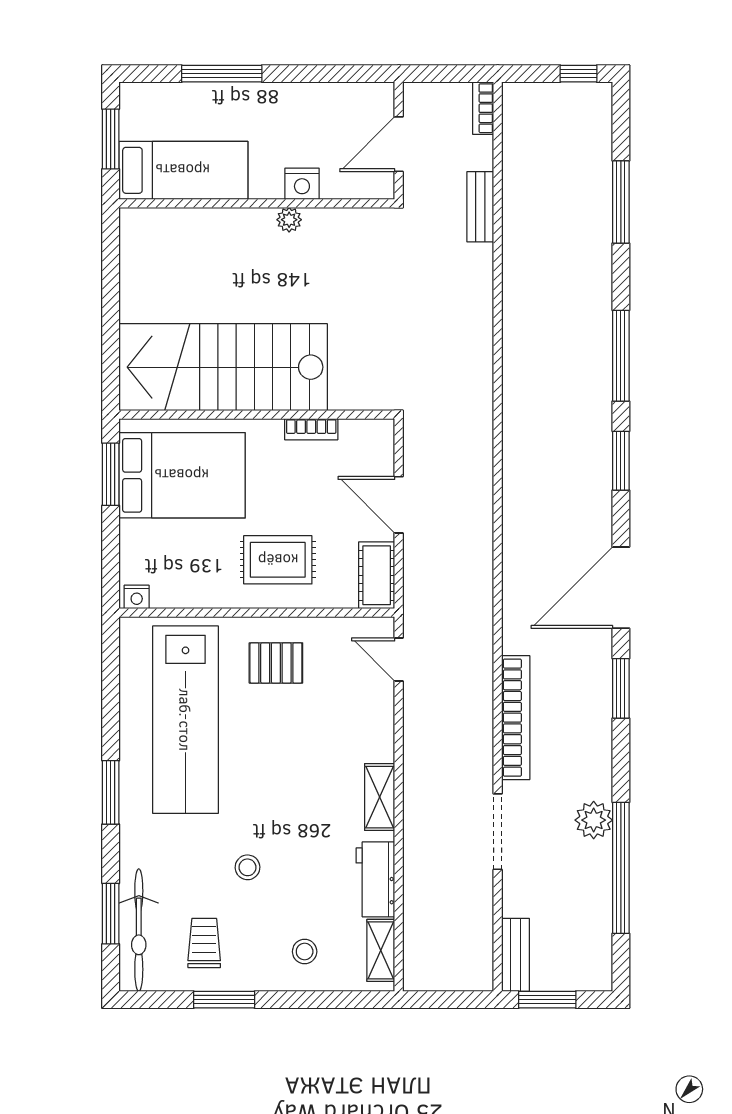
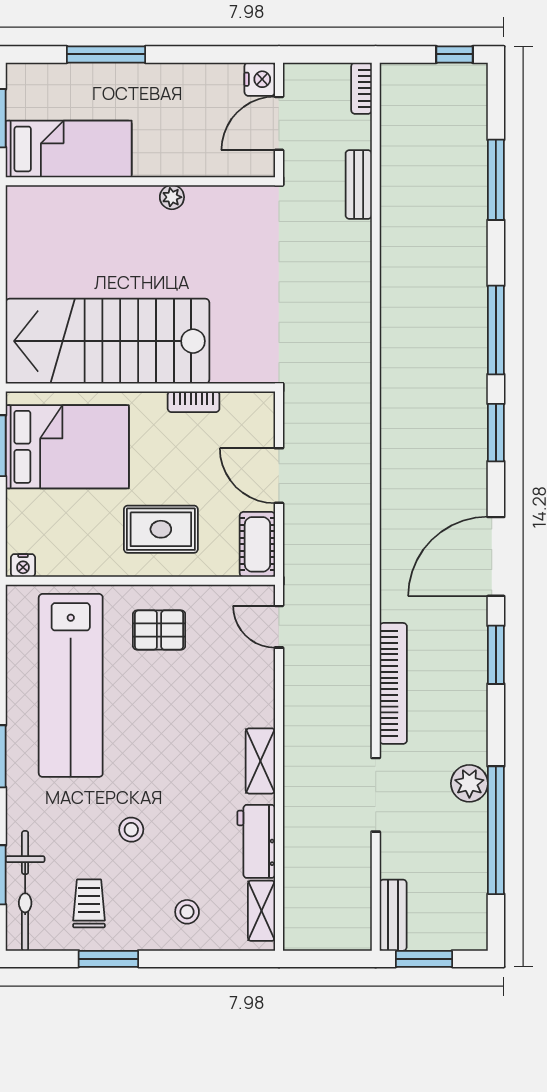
nightstand: (302, 184) -> (260, 79), moved, turned -90

